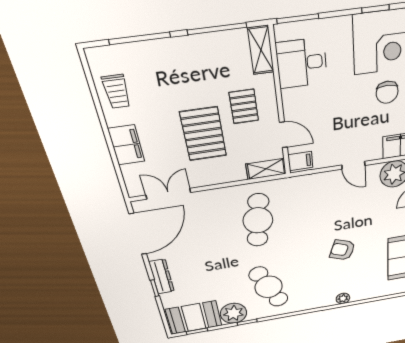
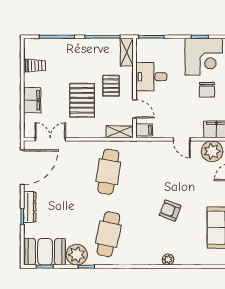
desk: (302, 63) -> (151, 77), moved
trolley: (116, 92) -> (35, 65), turned -90
cafe table: (269, 287) -> (108, 234), turned 36

